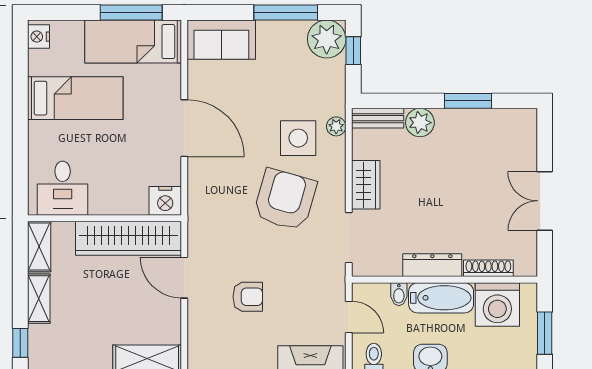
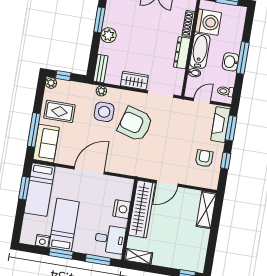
window: (131, 13) -> (24, 188), width x0.69
window: (286, 13) -> (34, 130), moved
nightstand: (39, 37) -> (42, 241), moved
plant: (327, 39) -> (51, 83), width x0.53, depth x0.53
rug: (285, 55) -> (59, 111), added
window: (20, 101) -> (61, 254), added
plant: (420, 123) -> (109, 35), moved
window: (20, 172) -> (98, 260), added
nightstand: (165, 201) -> (122, 209), moved
armchair: (248, 297) -> (204, 158), moved
shelving: (39, 299) -> (166, 261), removed

